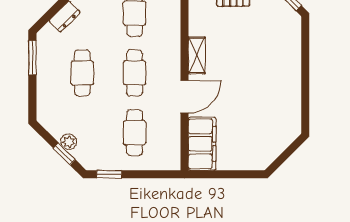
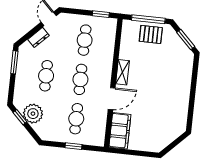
plant: (69, 142) -> (33, 114), width x1.87, depth x1.87
window: (64, 154) -> (20, 117), moved
window: (109, 174) -> (73, 146), moved

